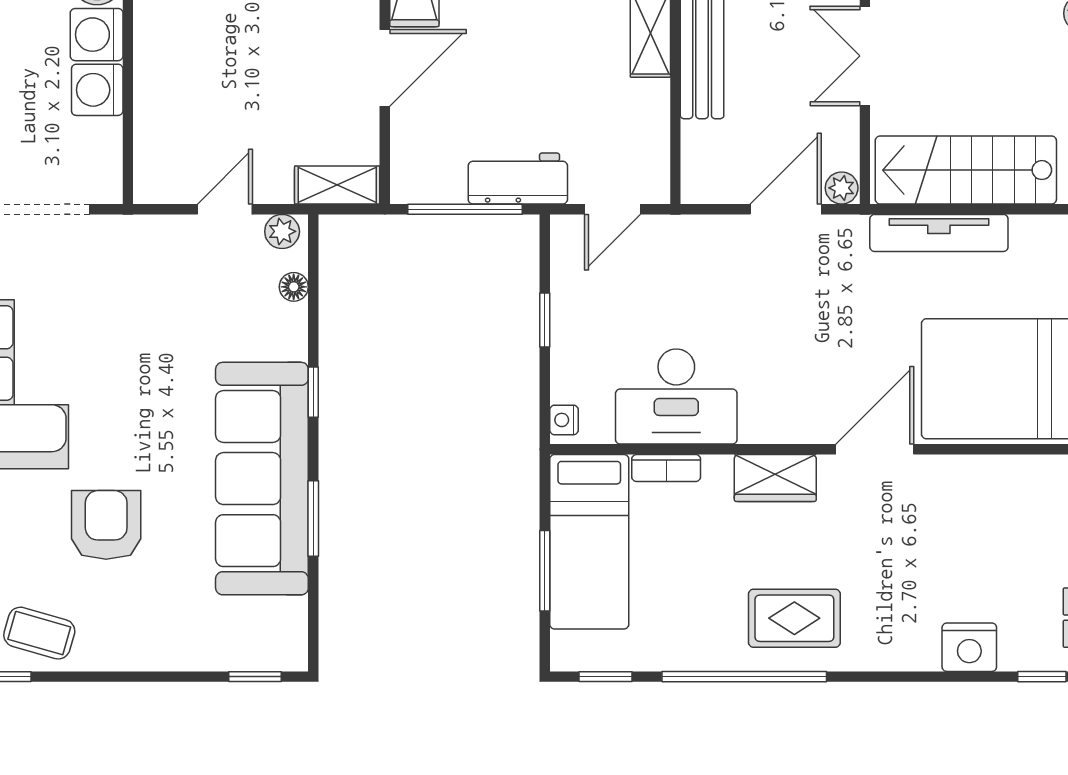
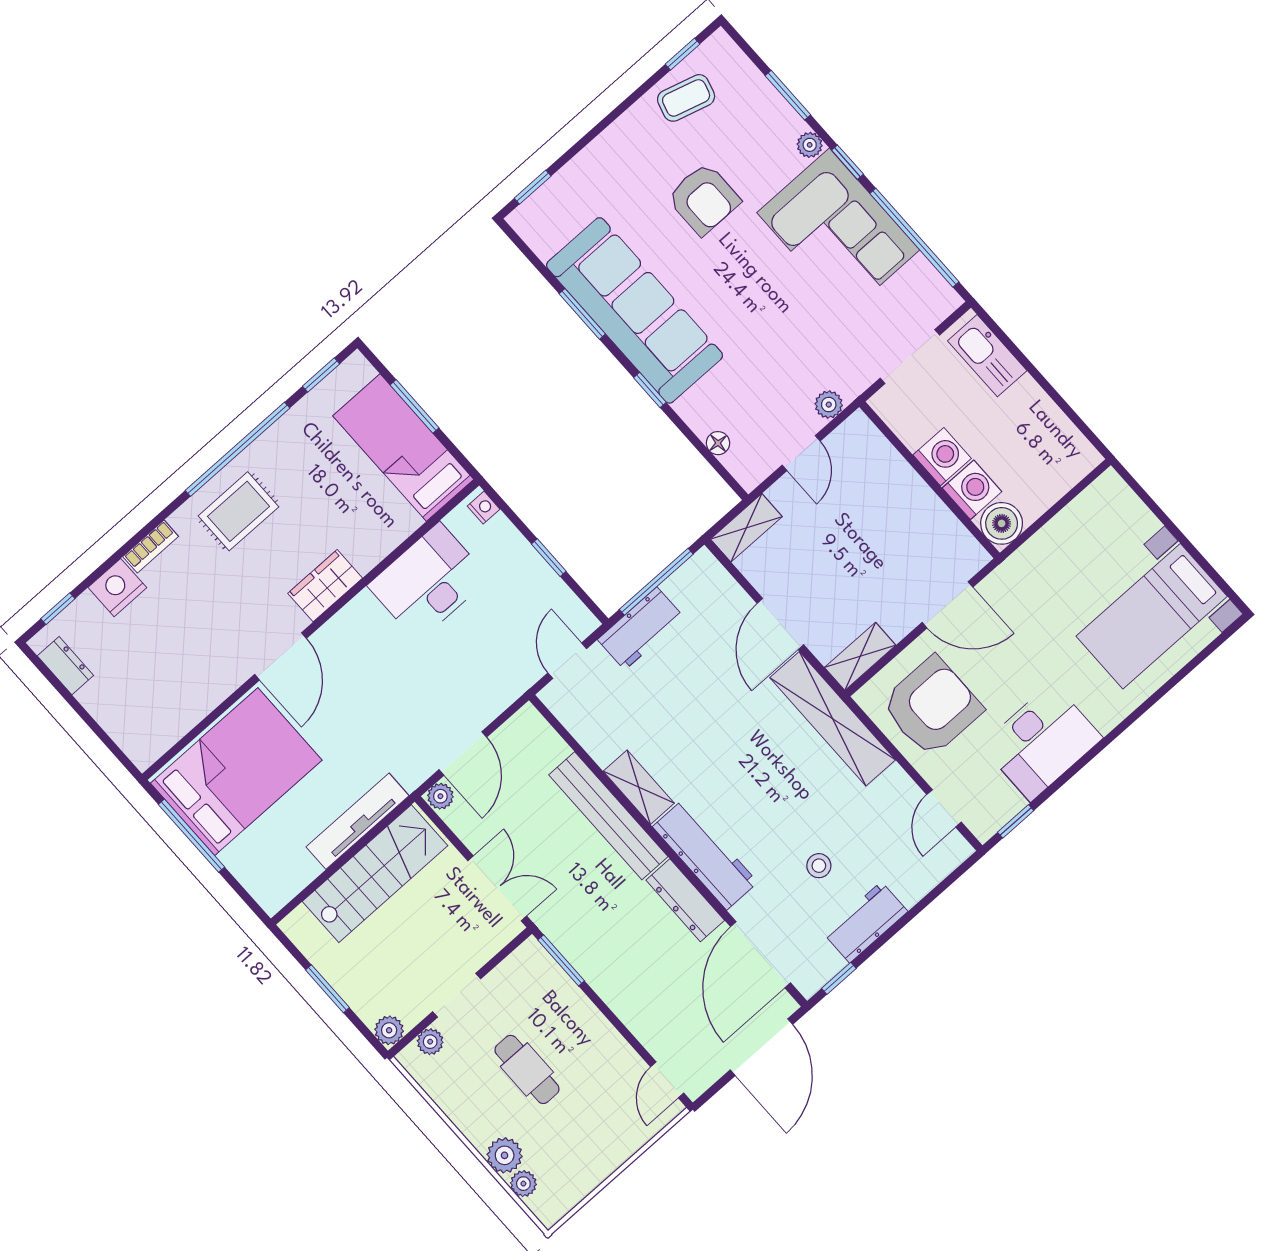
plant: (282, 231) -> (829, 405), moved
bookcase: (666, 468) -> (151, 546), moved, turned 180

